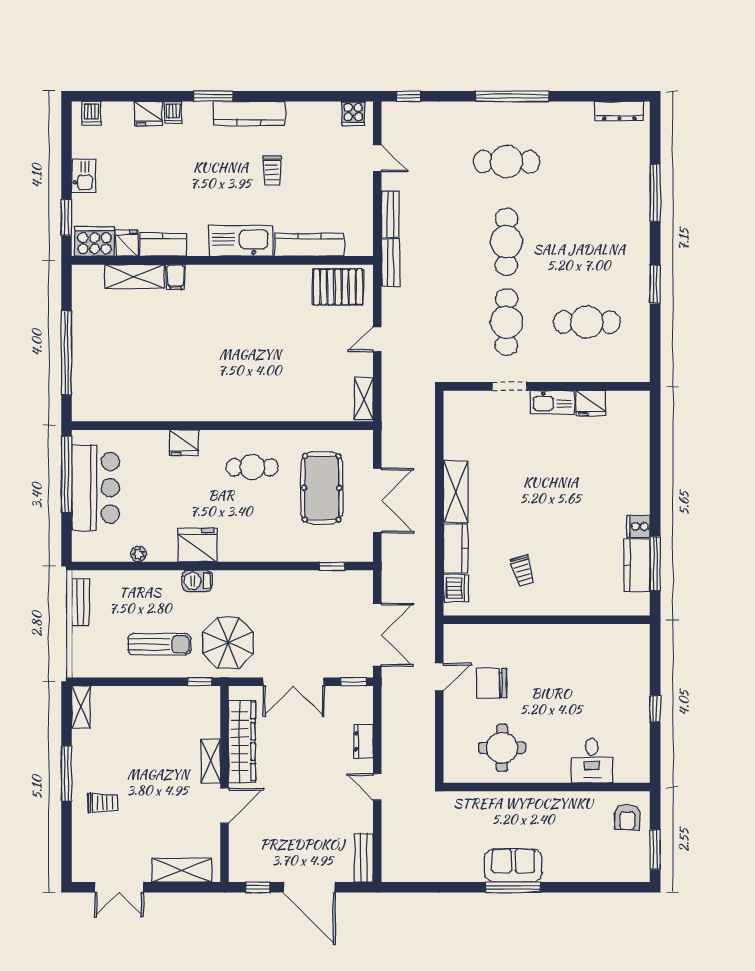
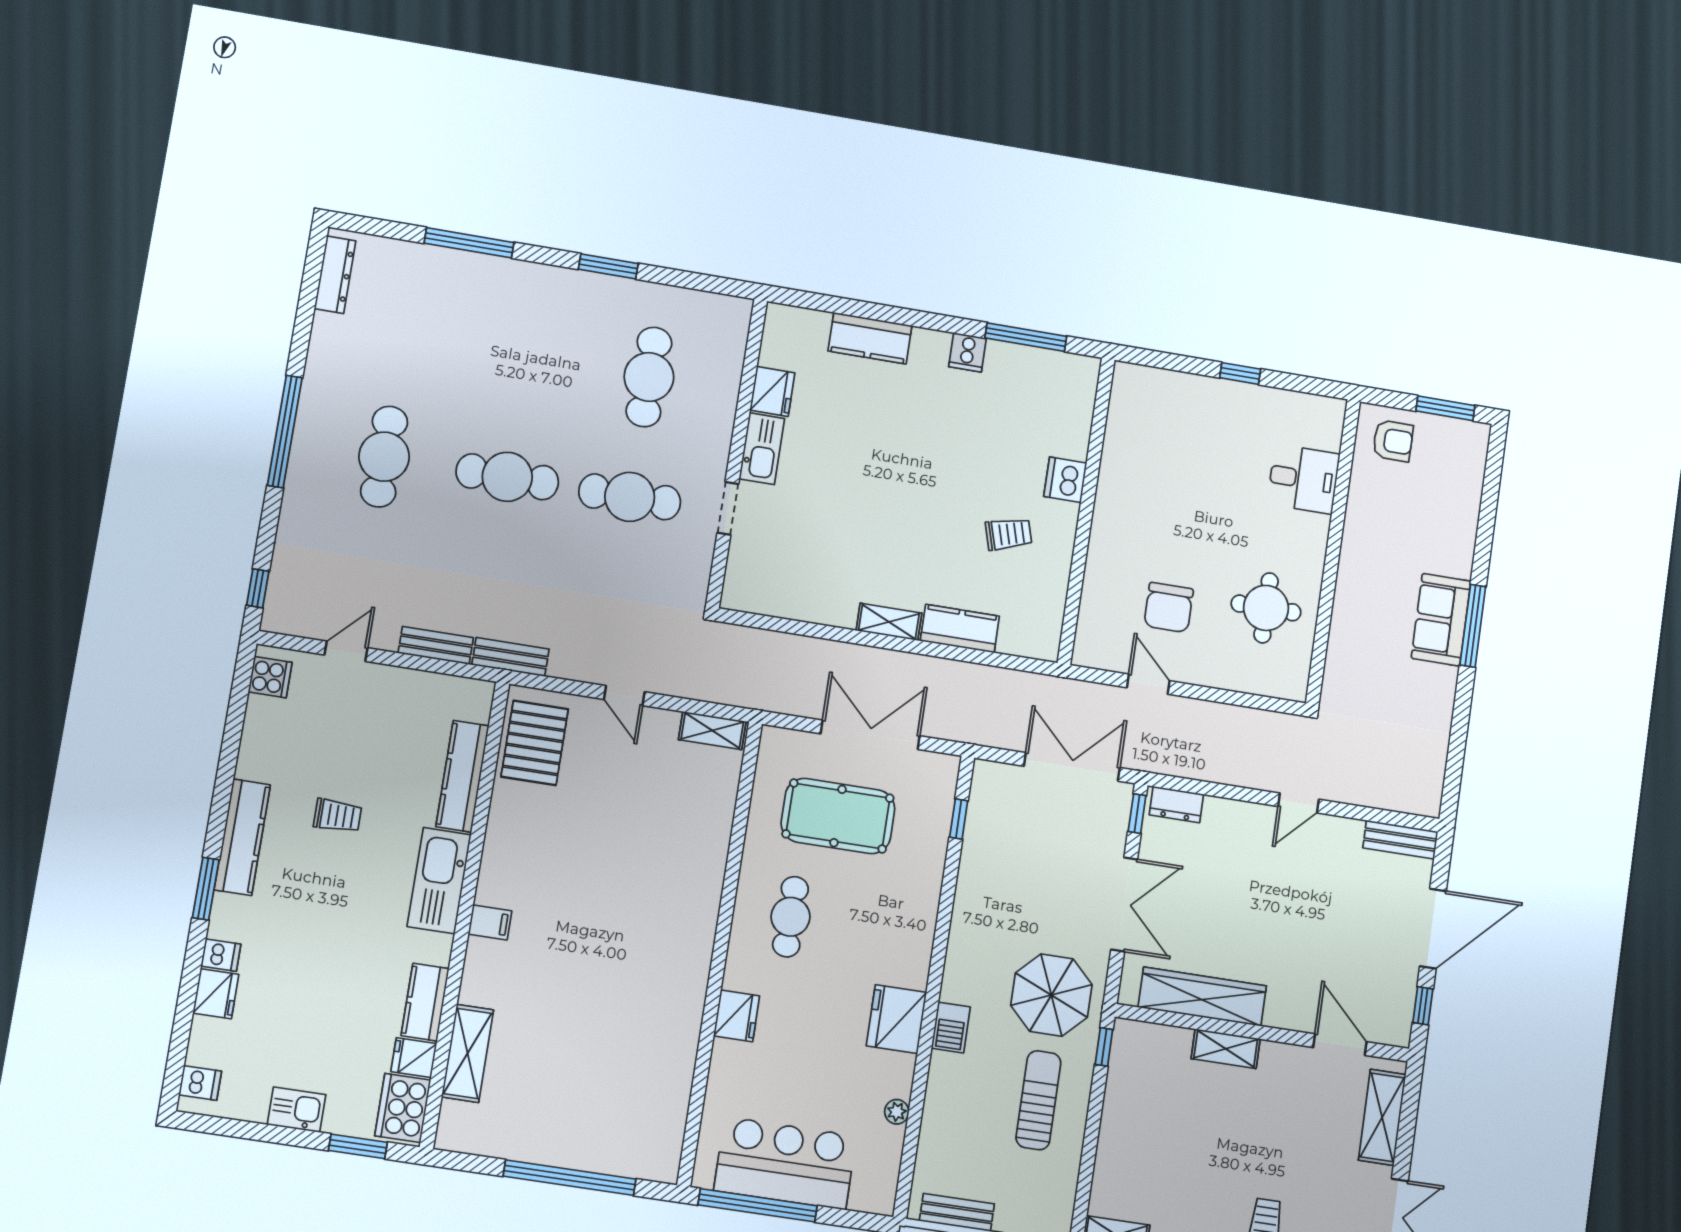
filing cabinet: (176, 277) -> (490, 923), moved
shelving: (456, 492) -> (889, 622), width x0.67, depth x0.75
kitchen counter: (637, 565) -> (870, 338), moved
dishwasher: (456, 588) -> (1065, 480), moved, turned -90
dresser: (364, 741) -> (1176, 804), moved
door: (224, 806) -> (1340, 1045), moved

